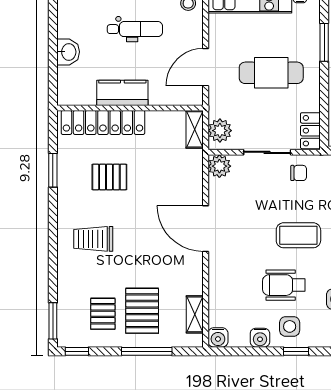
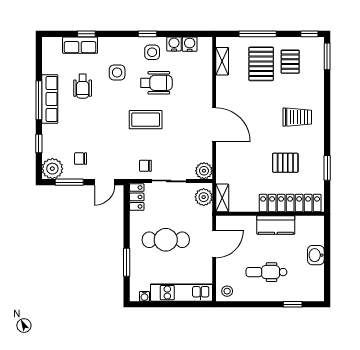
water cooler: (218, 337) -> (190, 44), moved

